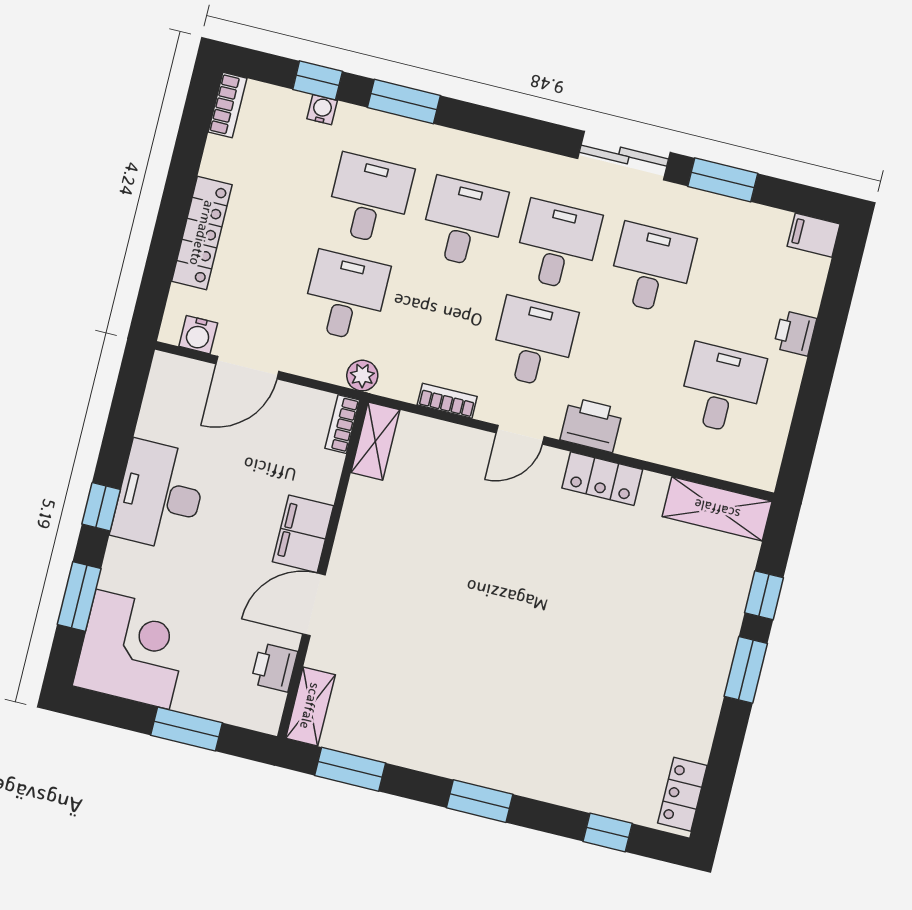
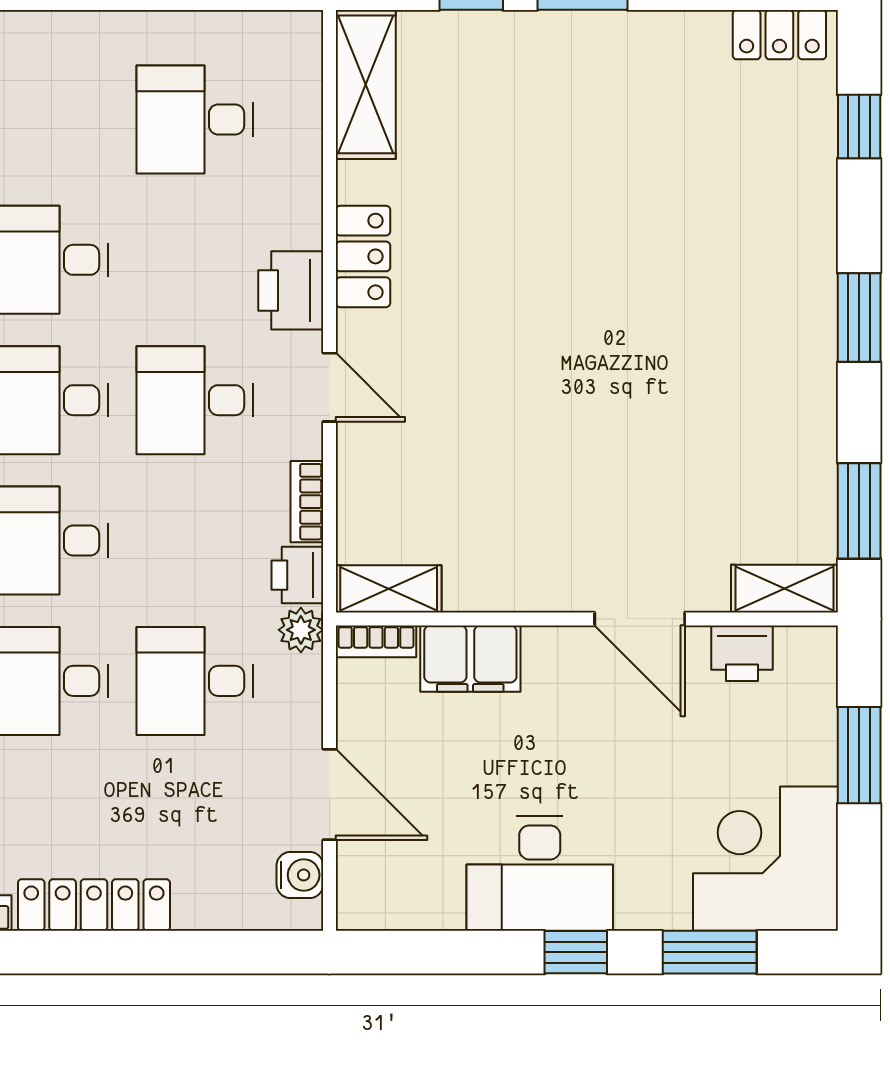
locker: (202, 233) -> (94, 905), moved
printer: (795, 333) -> (297, 575), moved, turned 90
filing cabinet: (303, 534) -> (470, 659), moved

